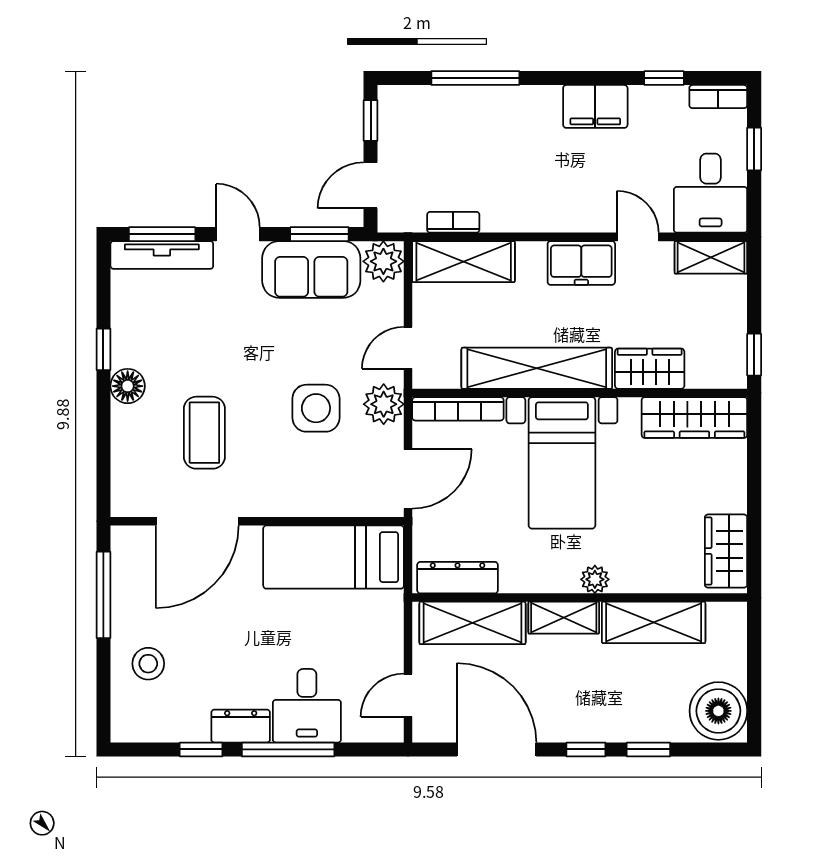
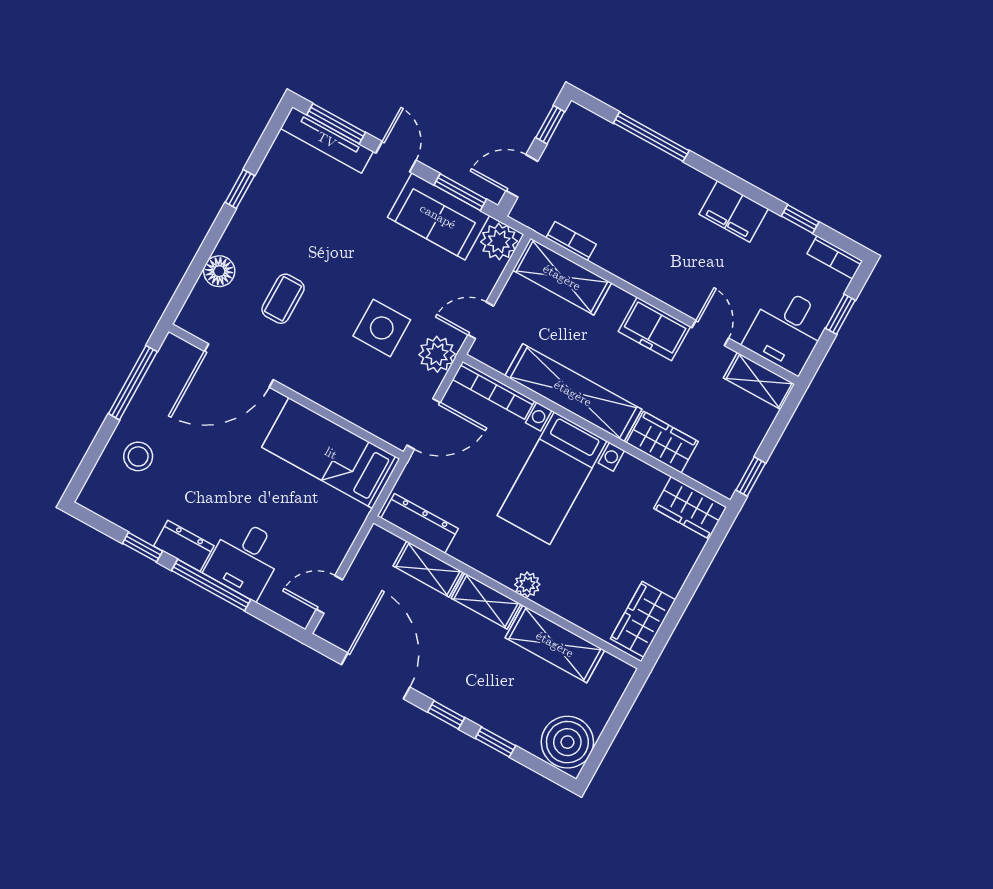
floor lamp: (128, 386) -> (219, 271), moved
wardrobe: (694, 418) -> (690, 508), width x0.67
coffee table: (204, 433) -> (283, 299), width x0.73, depth x0.77
shelving: (472, 623) -> (428, 569), width x0.67, depth x0.75

